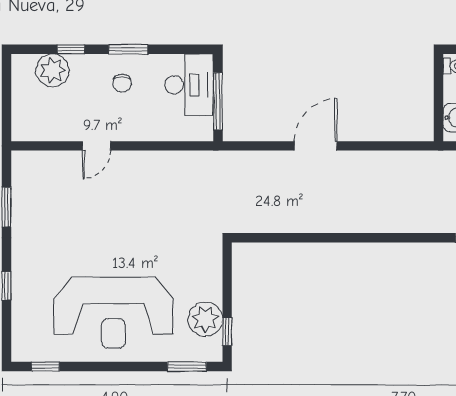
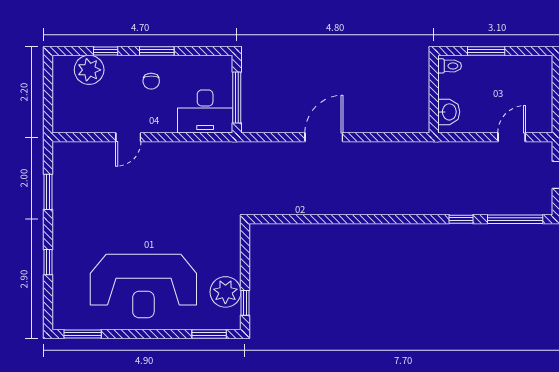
desk: (189, 85) -> (205, 111), moved, turned 90
window: (45, 366) -> (83, 334), width x1.50

